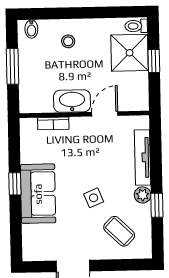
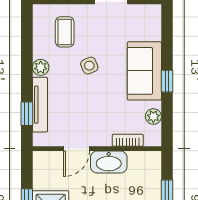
plant: (28, 148) -> (153, 117), added
window: (157, 205) -> (27, 114), moved
coffee table: (119, 231) -> (65, 32), turned 46

